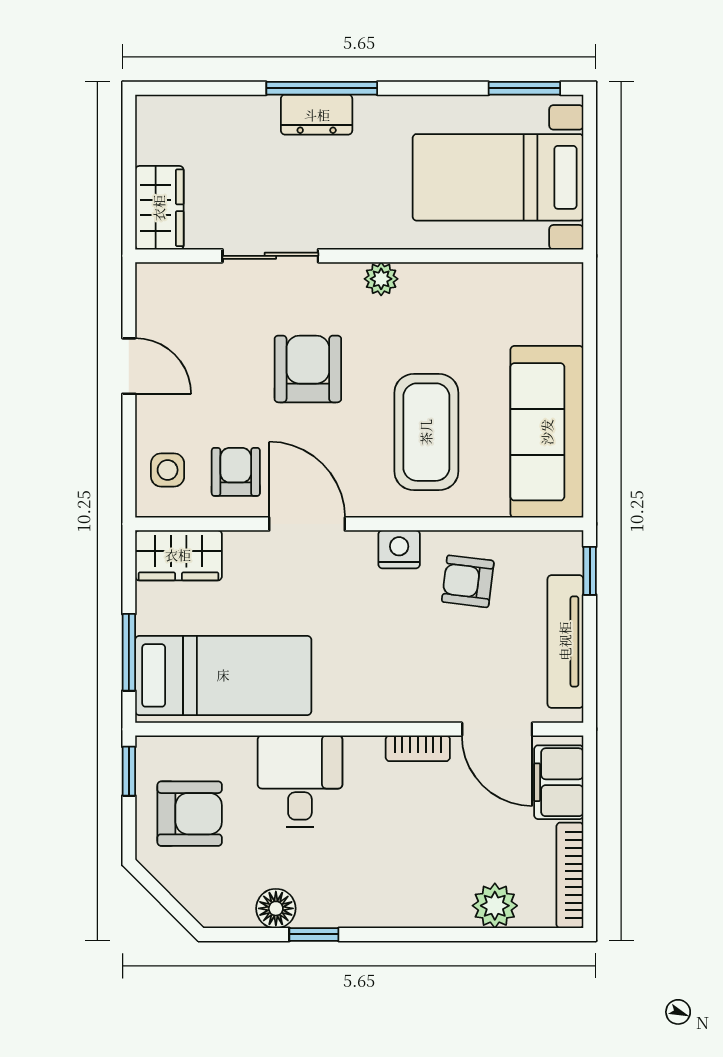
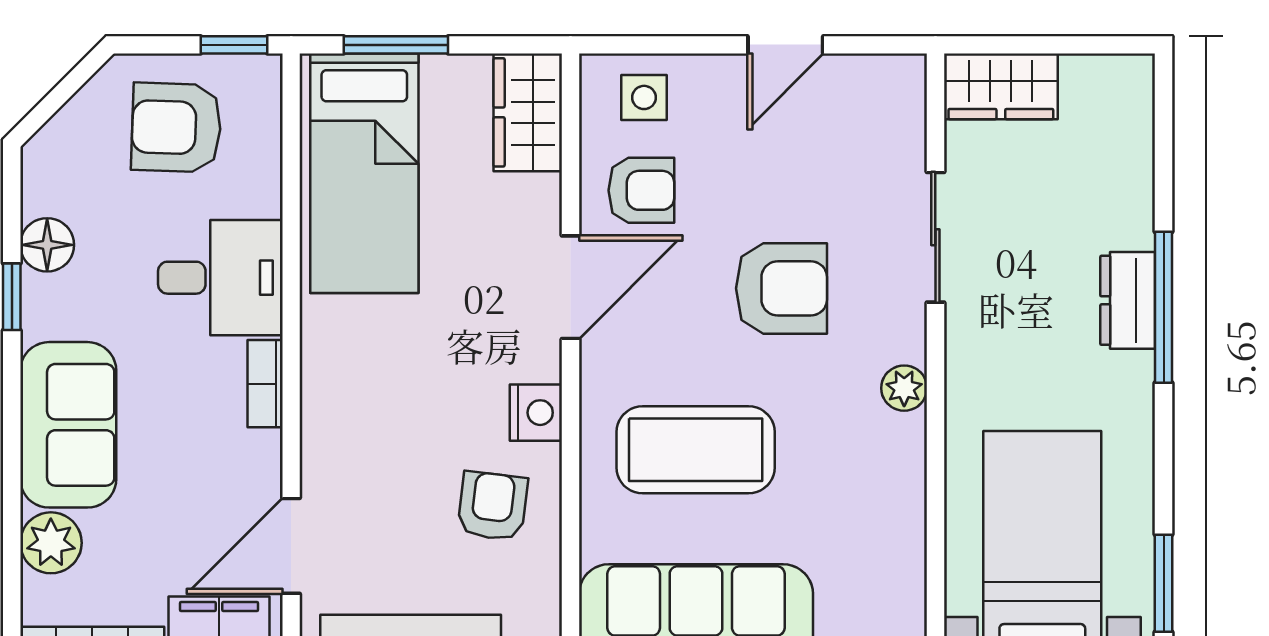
bookcase: (418, 748) -> (265, 384), moved
armchair: (190, 814) -> (176, 128), turned 92
sofa: (408, 893) -> (68, 425), added

